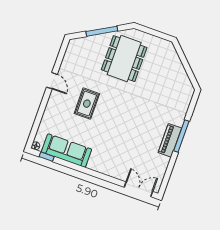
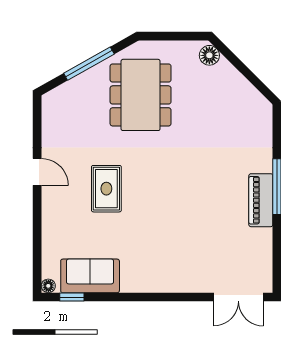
floor lamp: (170, 50) -> (209, 55), added
sofa: (66, 151) -> (90, 276), width x0.73
double door: (138, 189) -> (238, 297), swing flipped

